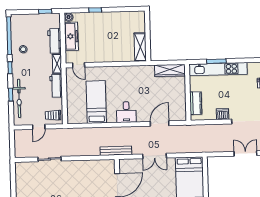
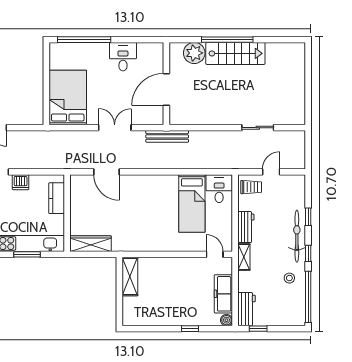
workbench: (54, 41) -> (247, 309), moved
bicycle: (19, 98) -> (297, 236), moved
desk: (126, 112) -> (219, 189), moved
door: (160, 124) -> (107, 172), hinge flipped

